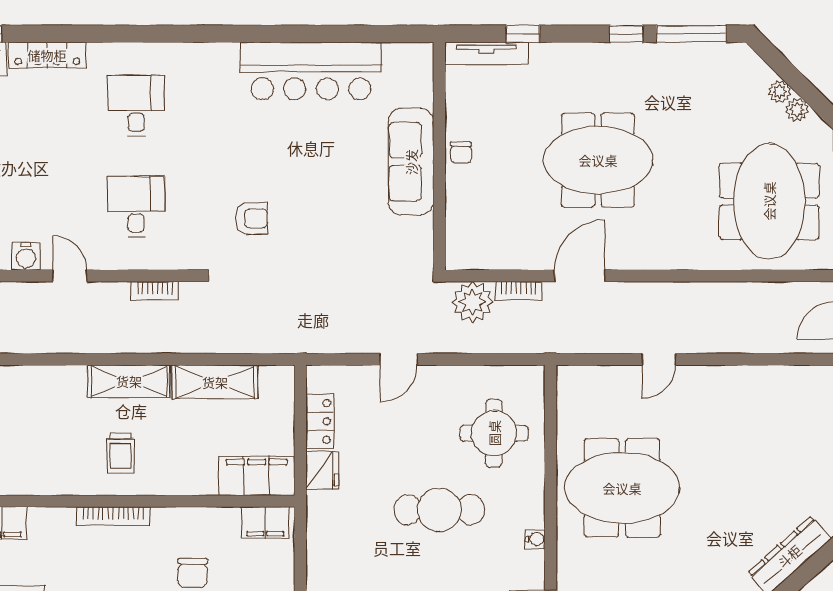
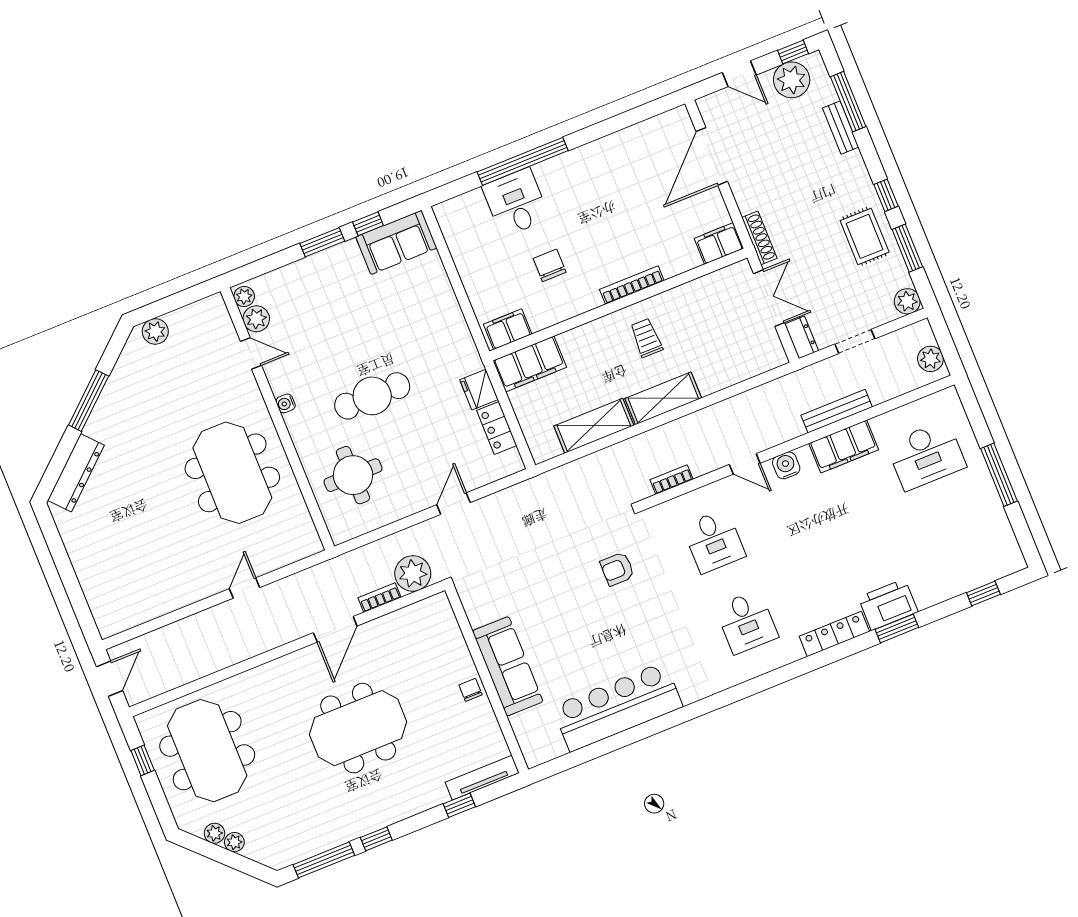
meeting table: (622, 488) -> (232, 473), turned 90

